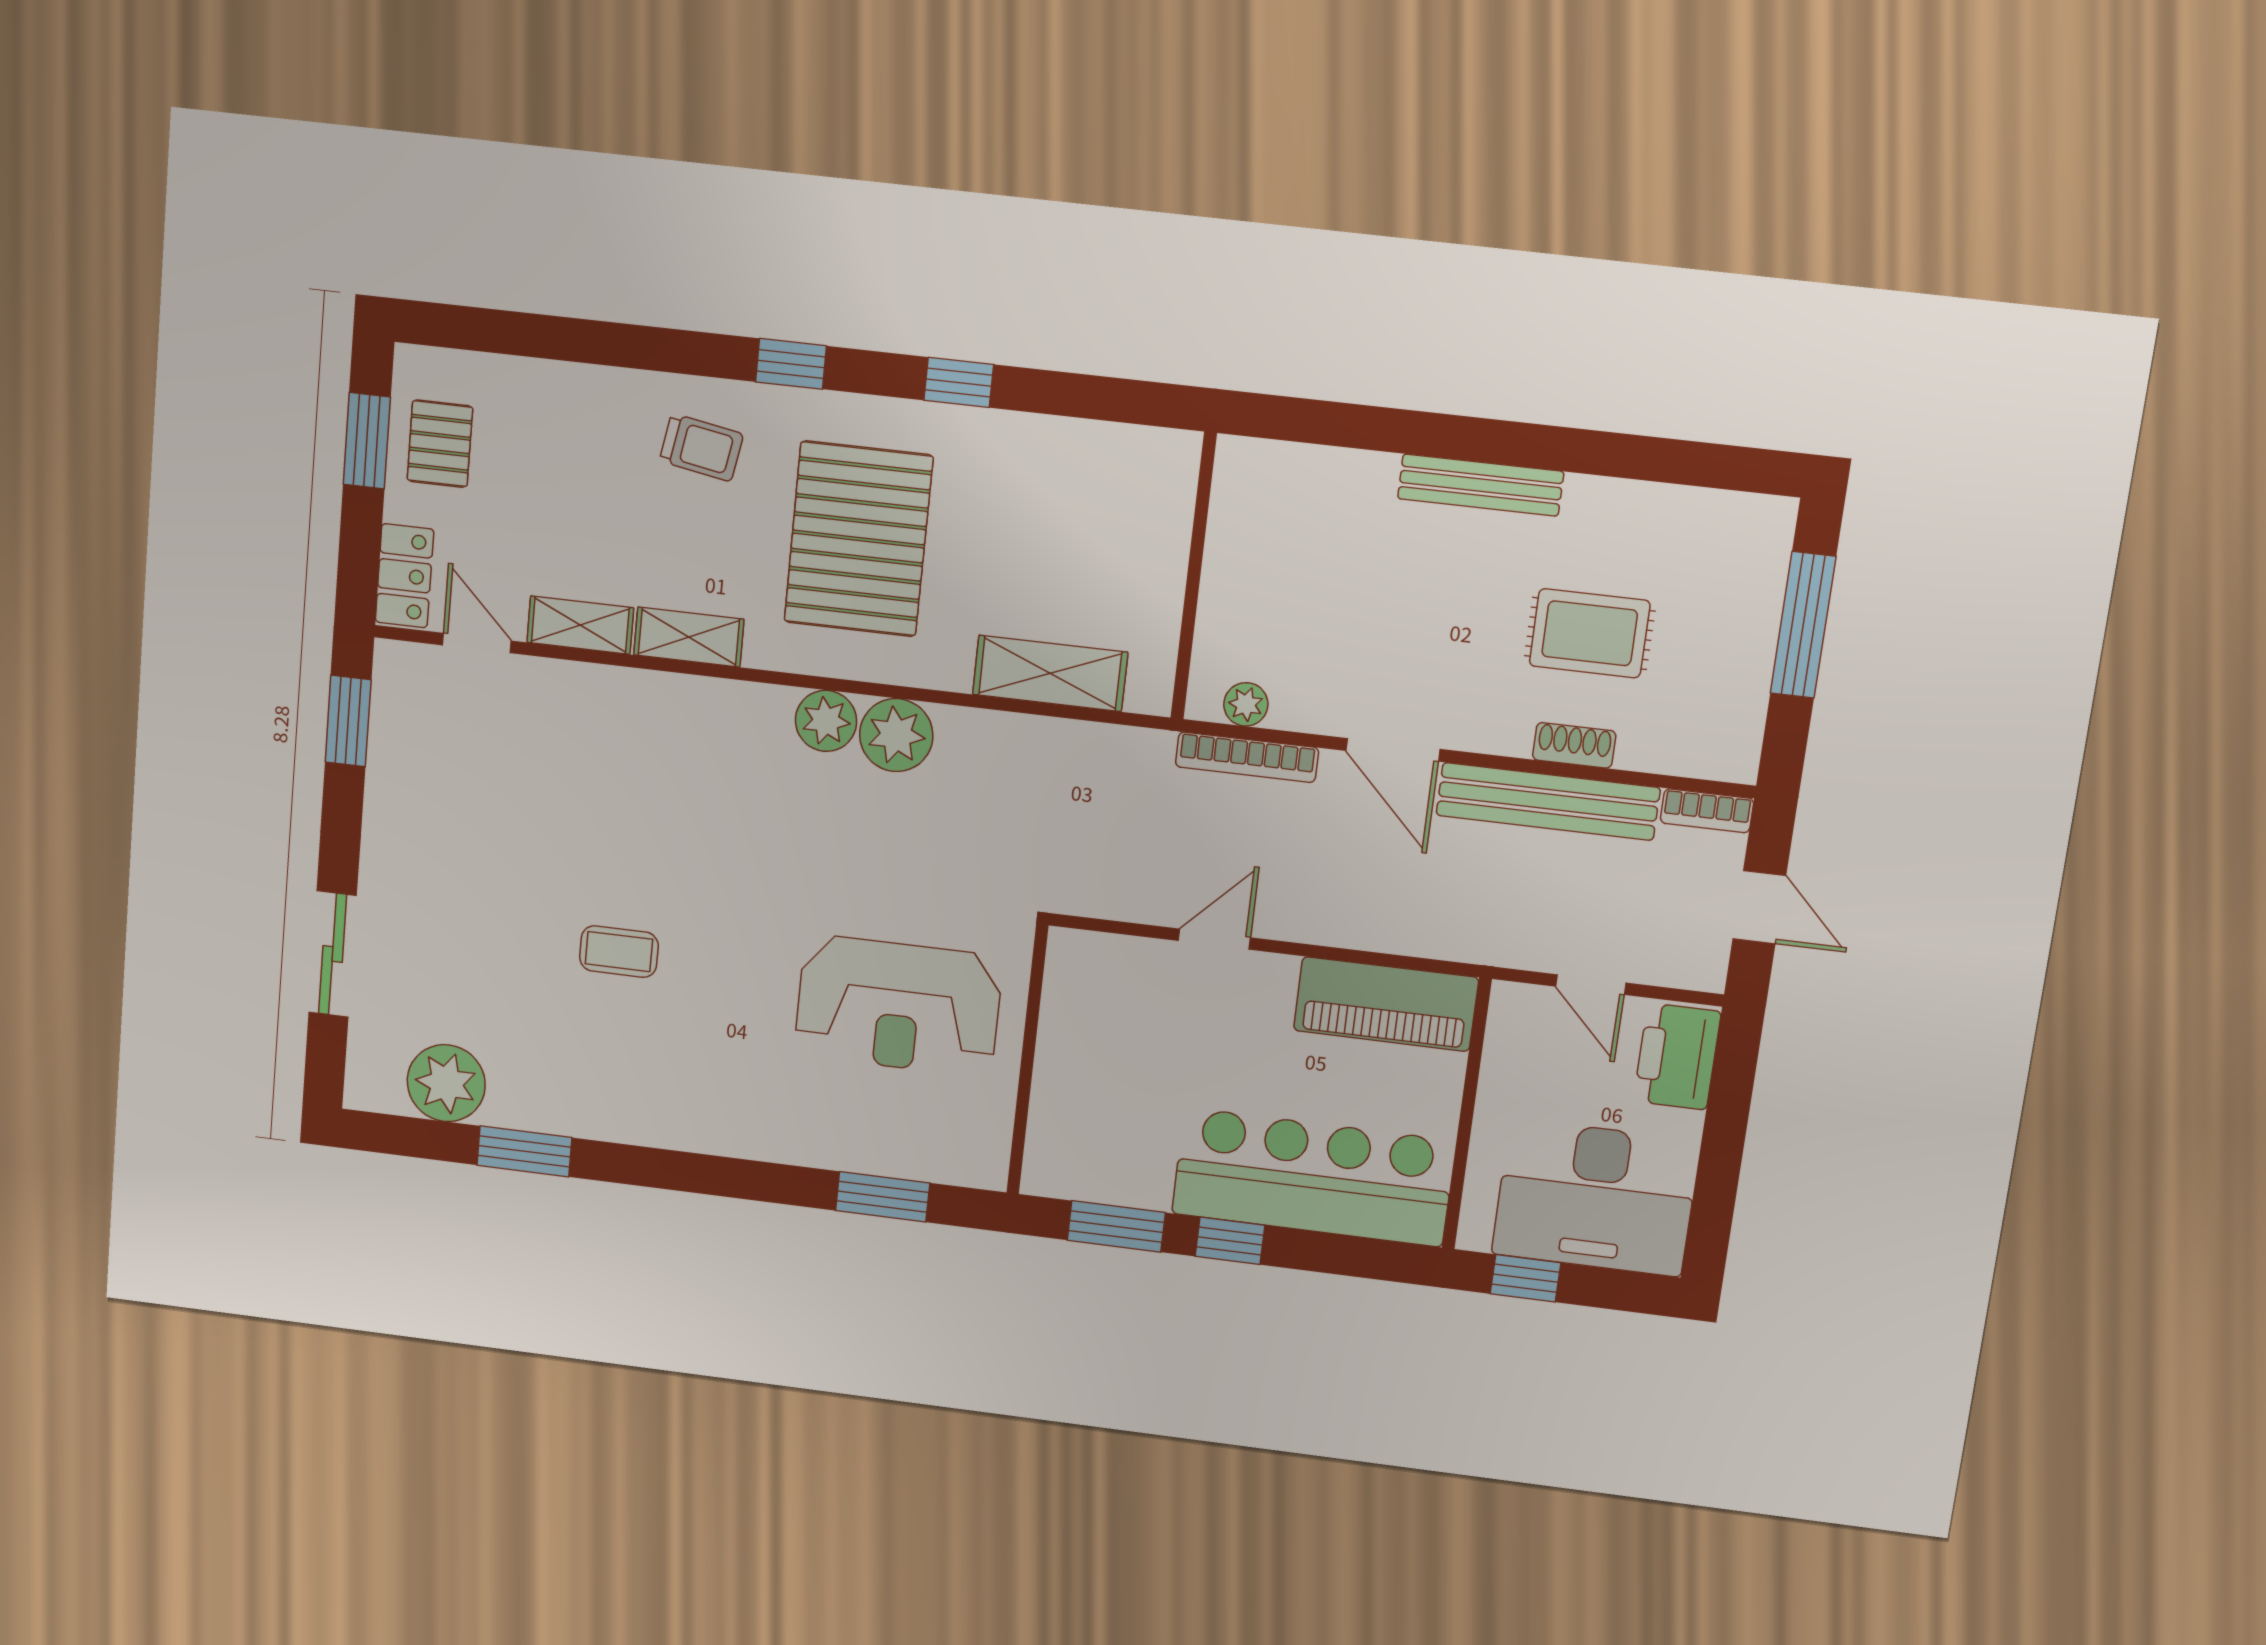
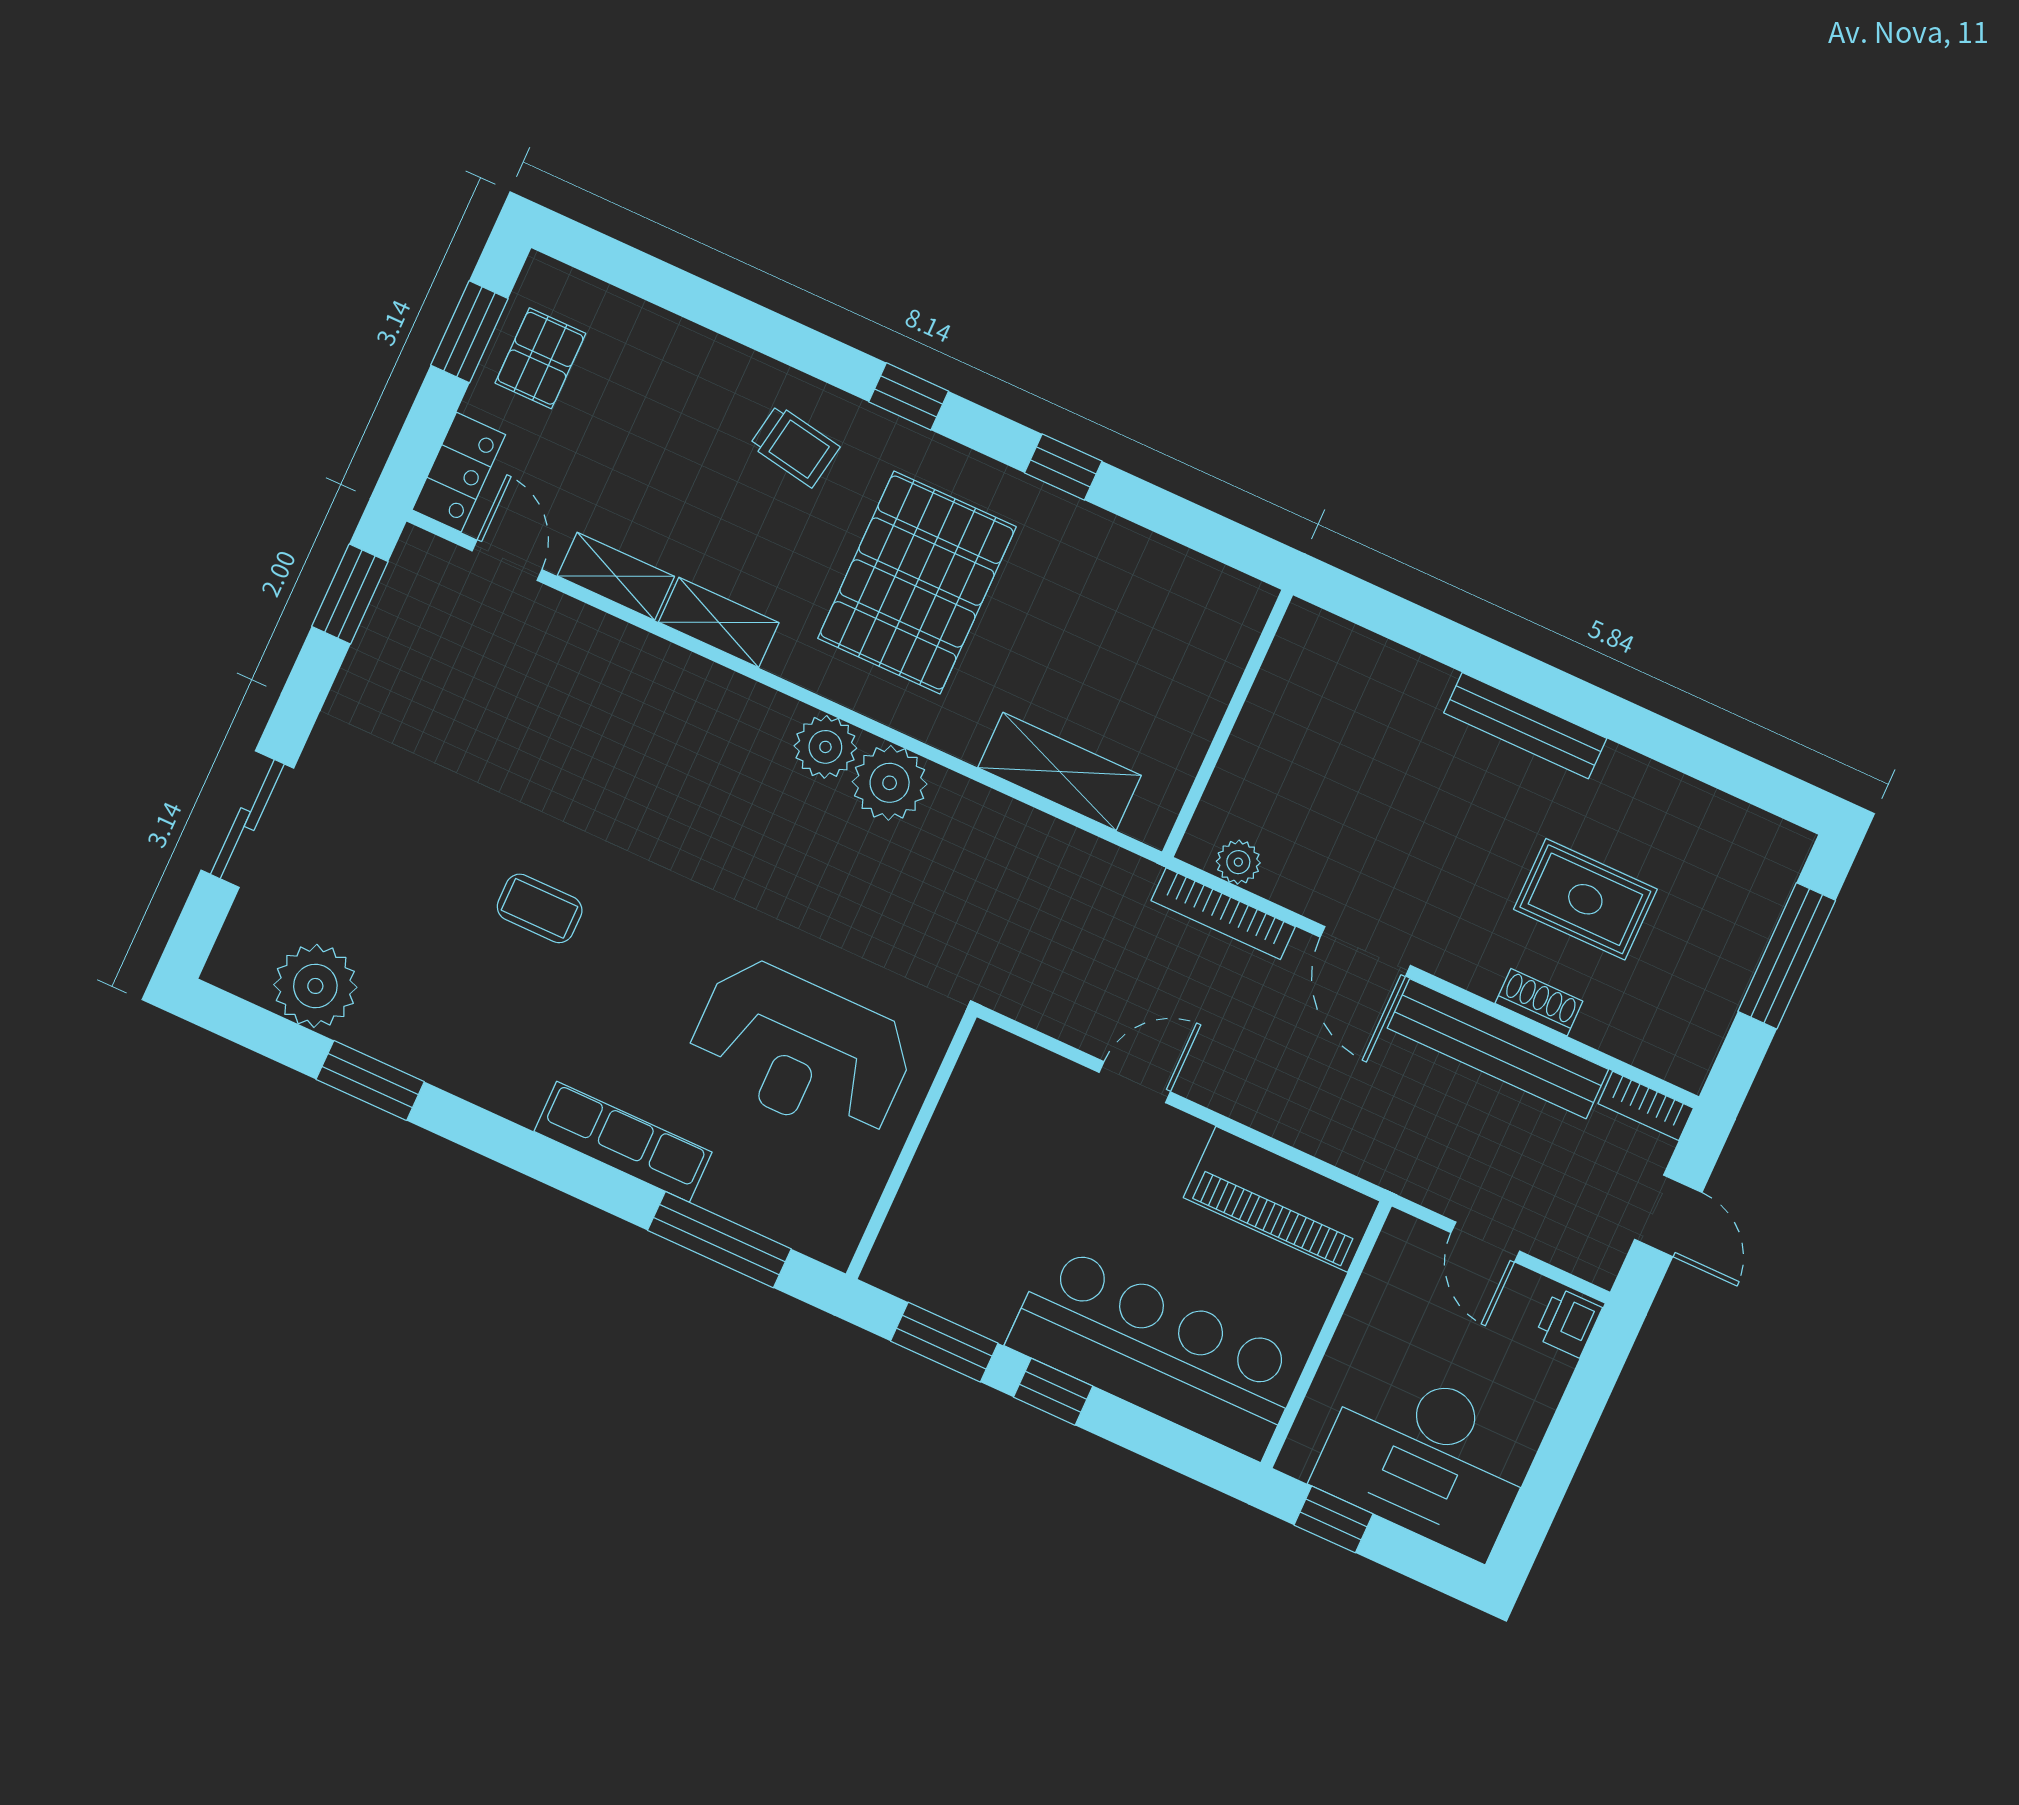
printer: (1677, 1057) -> (1568, 1323), width x0.53, depth x0.68
row of seats: (767, 1137) -> (623, 1142), added
window: (883, 1197) -> (719, 1240), width x1.44

